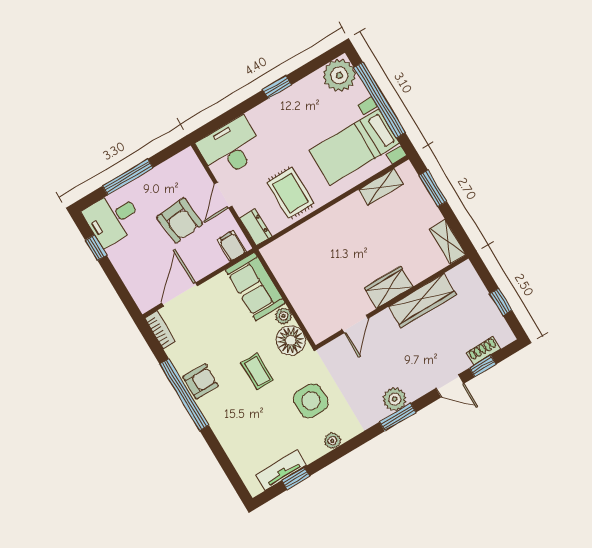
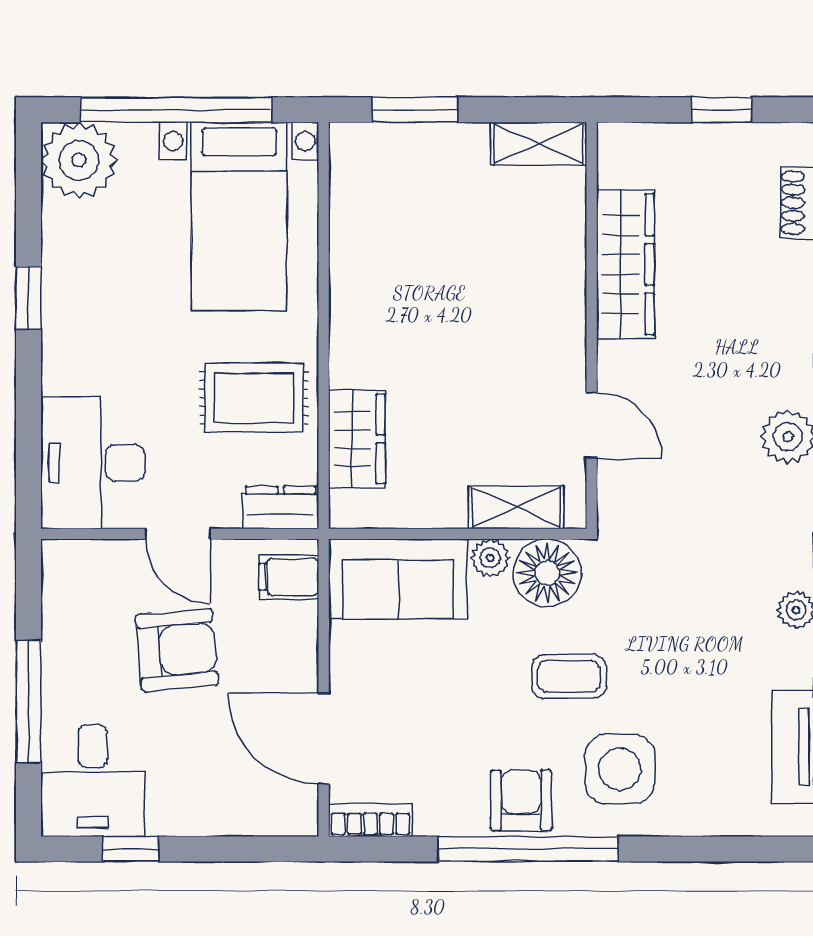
shelving: (381, 187) -> (516, 507), moved, turned 90
wardrobe: (389, 287) -> (357, 439), moved, turned 180
side table: (311, 401) -> (620, 769), moved

